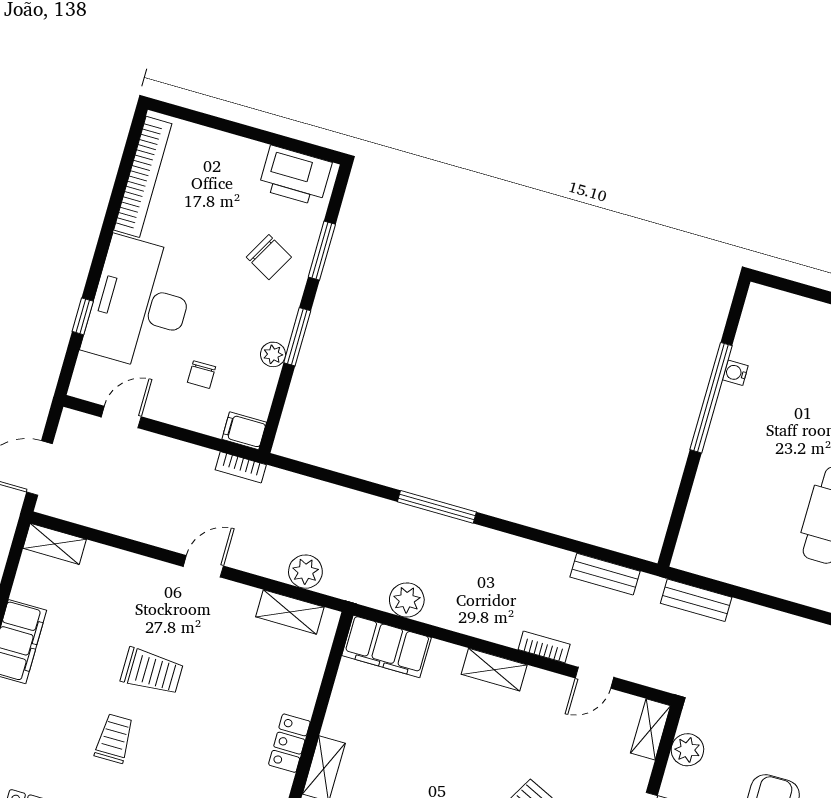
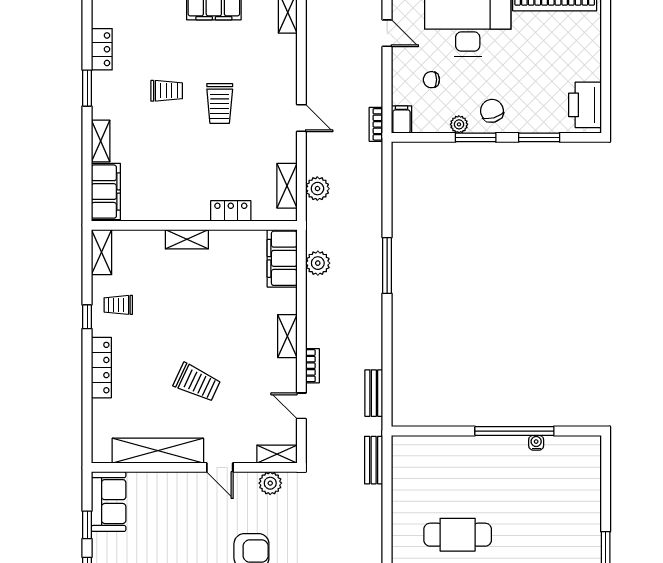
chair: (269, 257) -> (492, 111), moved, turned 136
locker: (289, 743) -> (231, 211), moved

